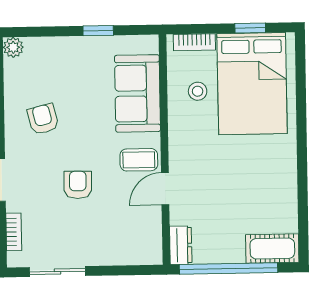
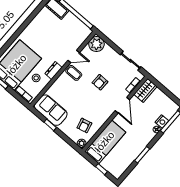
sofa: (137, 93) -> (51, 110), moved, turned -90
armchair: (43, 119) -> (84, 125), moved
dresser: (181, 245) -> (53, 70), moved
plant: (144, 247) -> (96, 44), added

